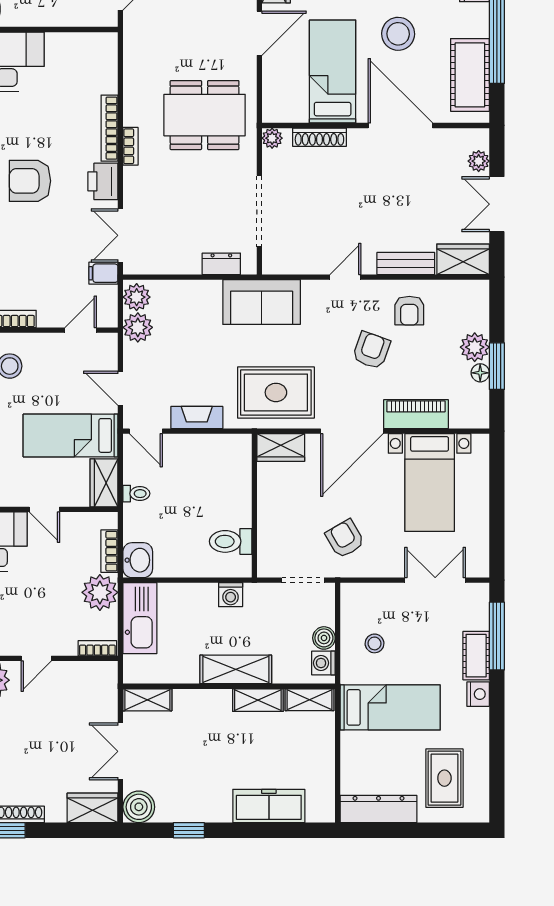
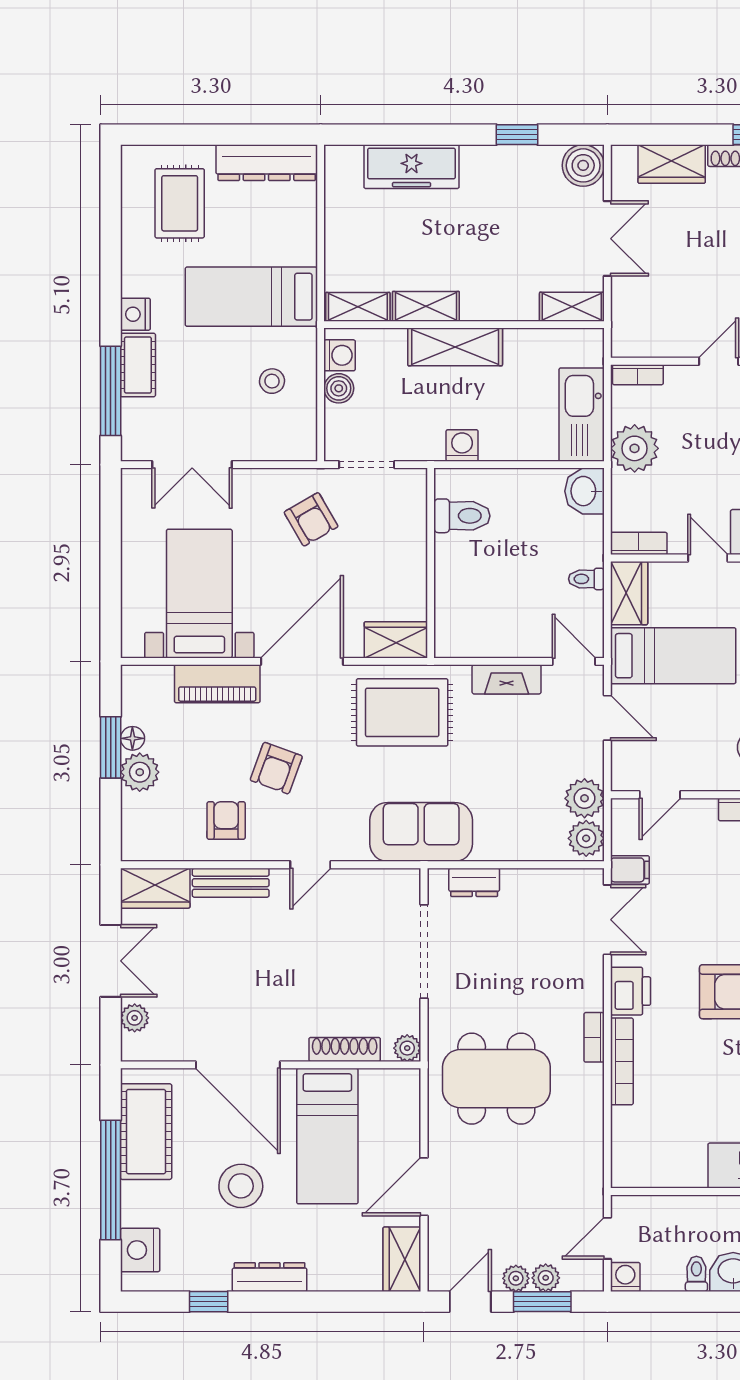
bookcase: (109, 551) -> (639, 543), moved, turned -90
wardrobe: (93, 808) -> (672, 164), moved

